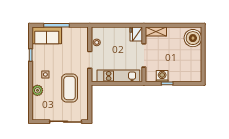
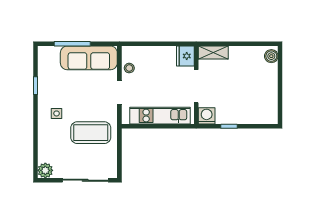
sofa: (47, 35) -> (89, 58), moved, width x1.36
boiler: (193, 38) -> (271, 56), width x0.54, depth x0.54
washing machine: (162, 76) -> (207, 116), moved
coffee table: (70, 88) -> (91, 133), turned 90
plant: (37, 90) -> (45, 170), moved

